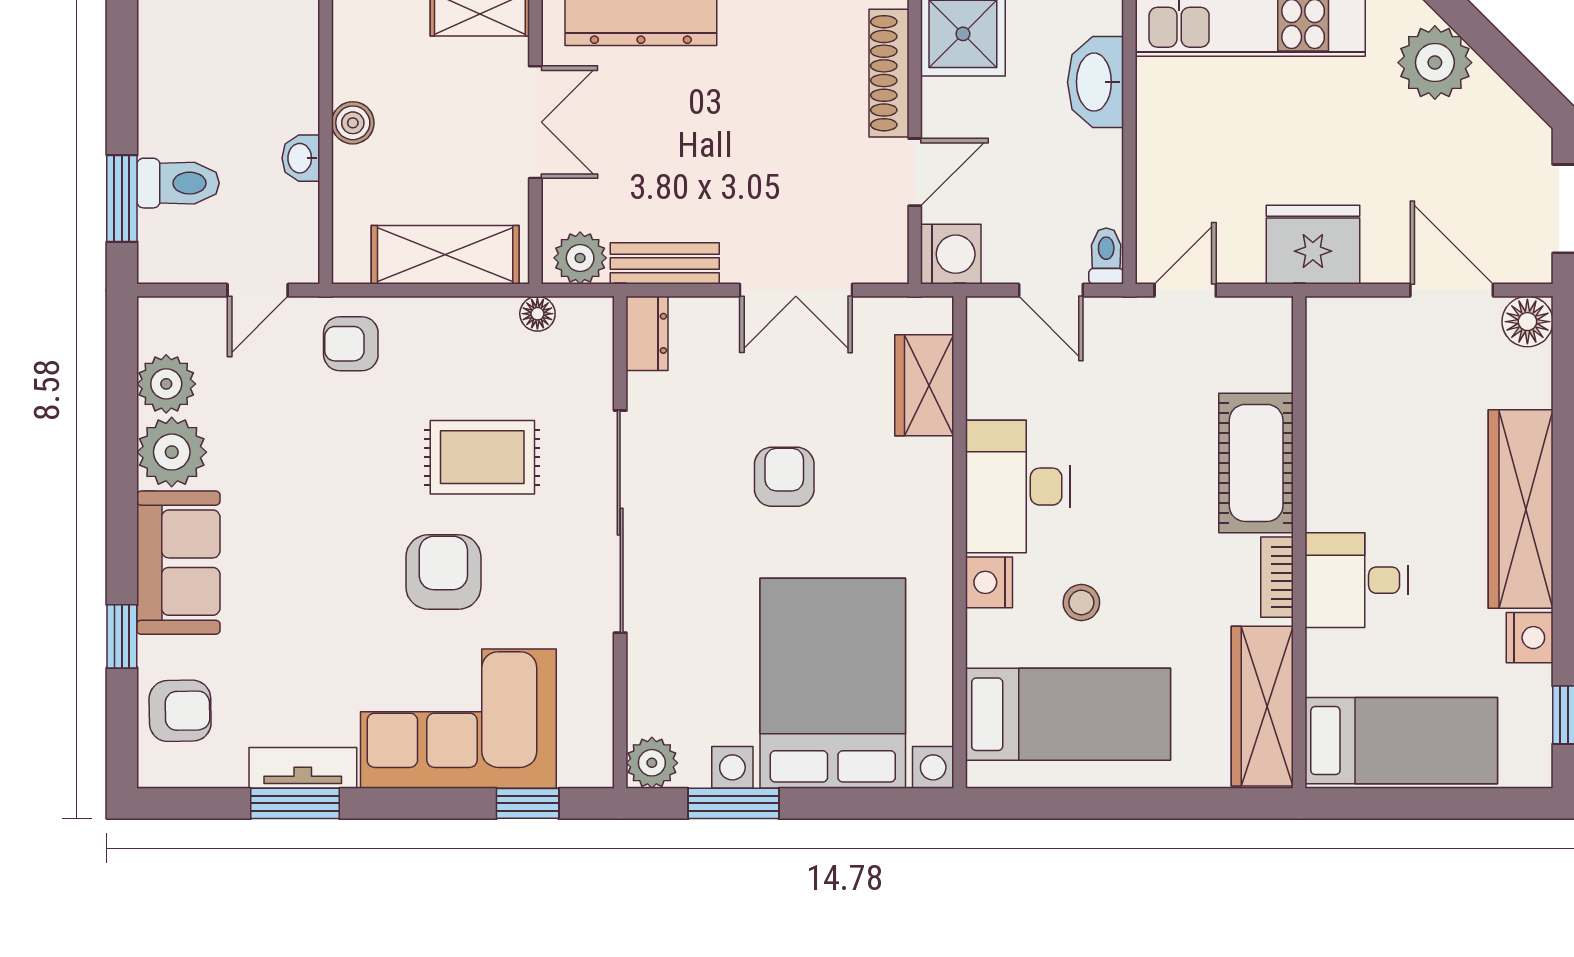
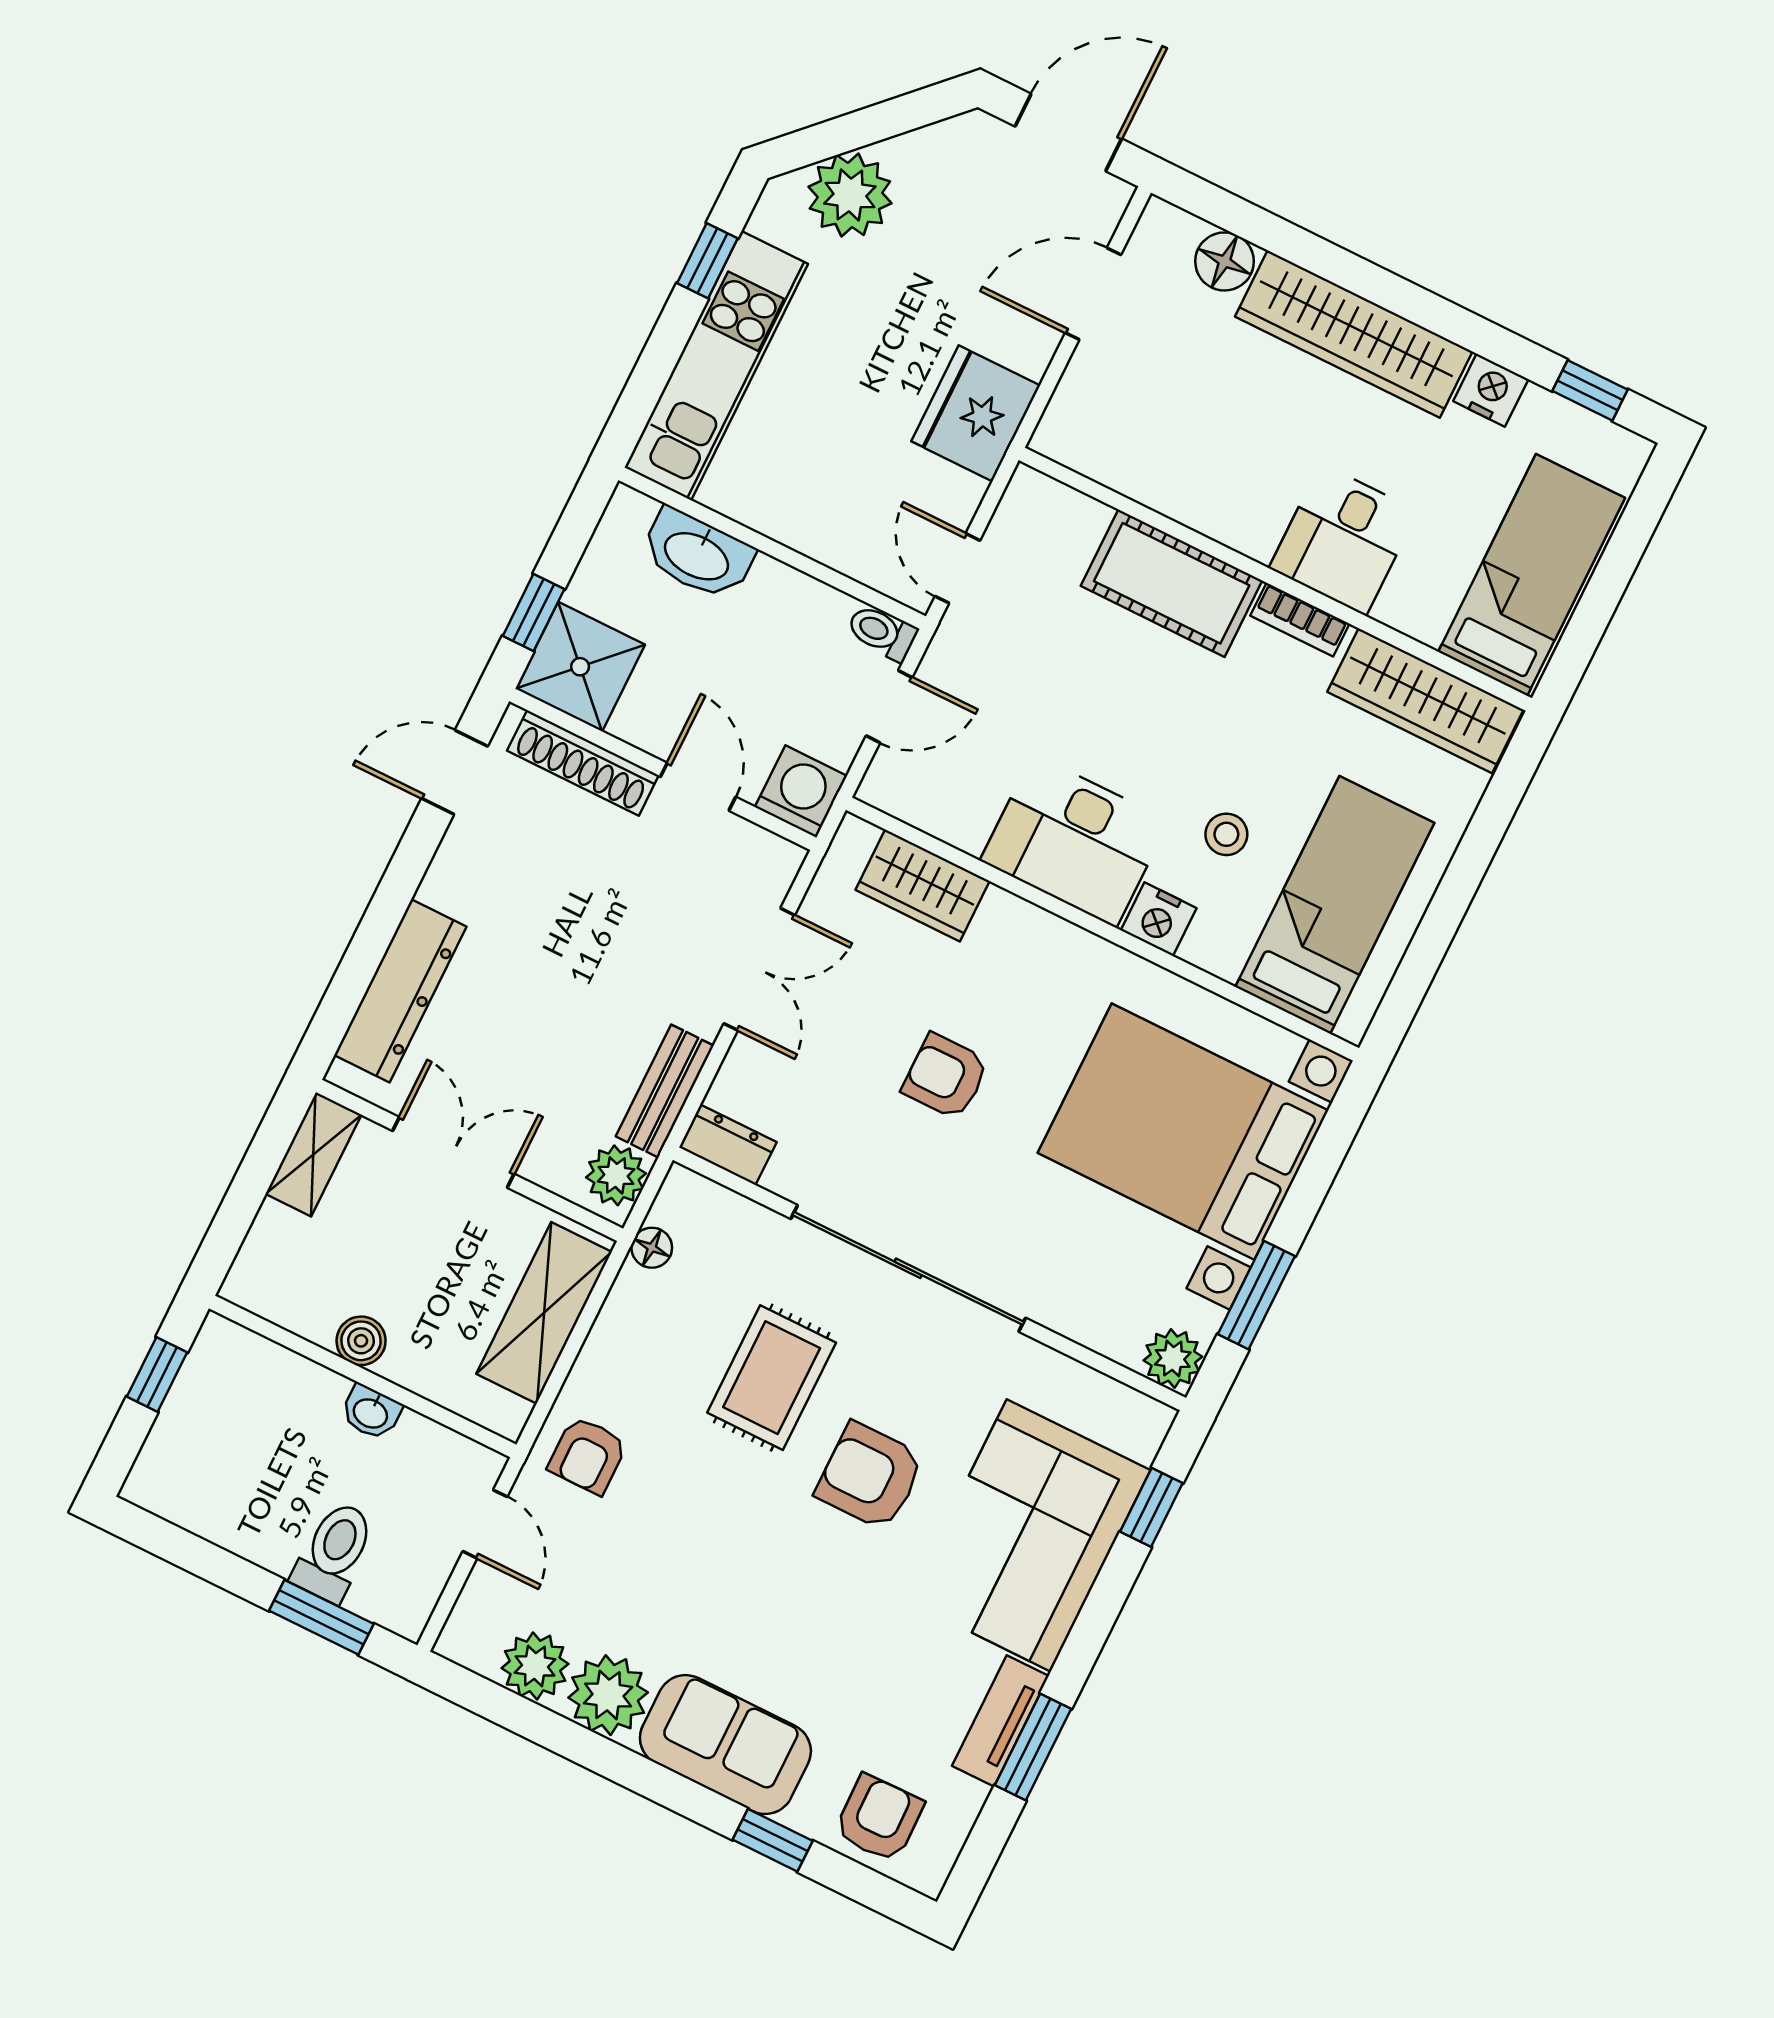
floor lamp: (1527, 322) -> (1225, 261), moved

